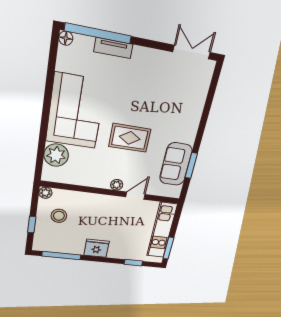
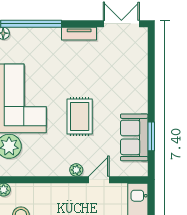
tv unit: (113, 48) -> (79, 34), moved
rug: (130, 138) -> (80, 116), turned 90

